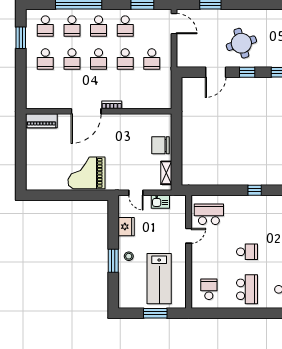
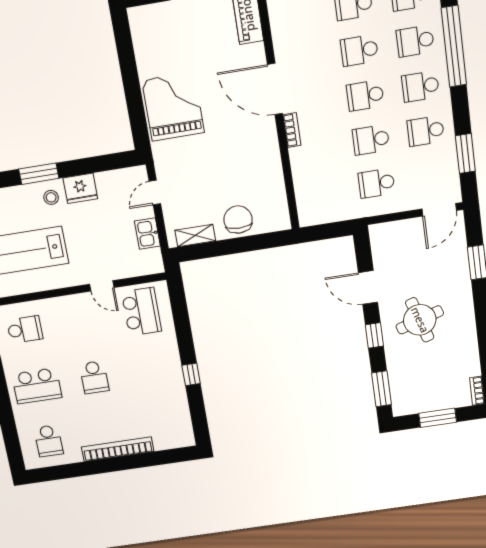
fridge: (126, 227) -> (80, 188), moved

